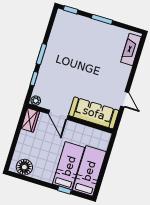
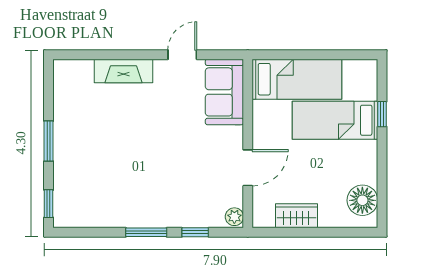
fireplace: (131, 49) -> (124, 71), moved
sofa: (94, 113) -> (224, 92), width x0.73
wardrobe: (30, 120) -> (296, 216), moved
bed: (89, 171) -> (297, 79), moved, turned 180

